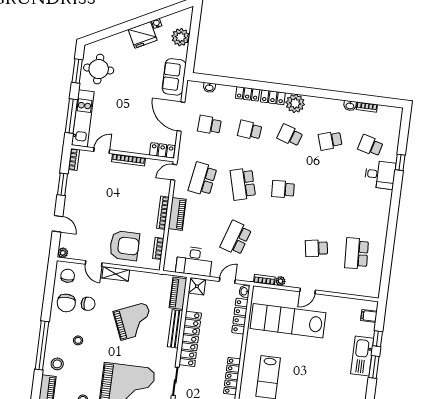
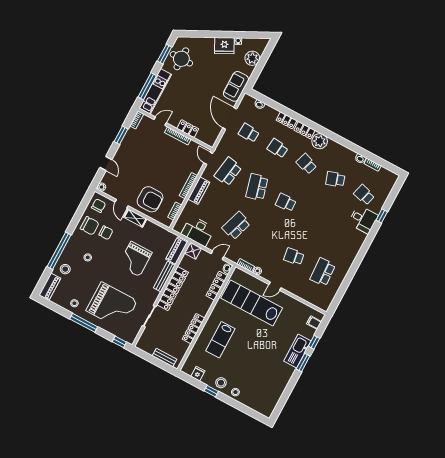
locker: (162, 150) -> (188, 129), moved
door: (174, 172) -> (208, 158), hinge flipped
chair: (66, 303) -> (90, 226), turned -90
grand piano: (134, 321) -> (135, 259), turned 113

